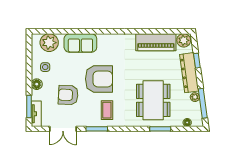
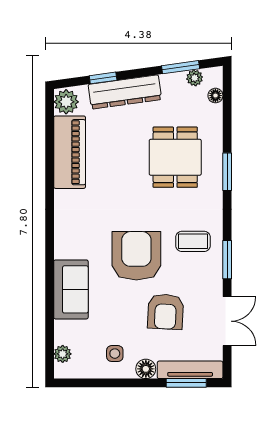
plant: (49, 43) -> (63, 354), width x0.53, depth x0.53
plant: (195, 97) -> (195, 78), moved
dining table: (153, 100) -> (175, 157), width x0.73
window: (203, 103) -> (181, 67), width x0.69
tv unit: (36, 114) -> (190, 370), width x1.41
window: (160, 129) -> (227, 172), moved

